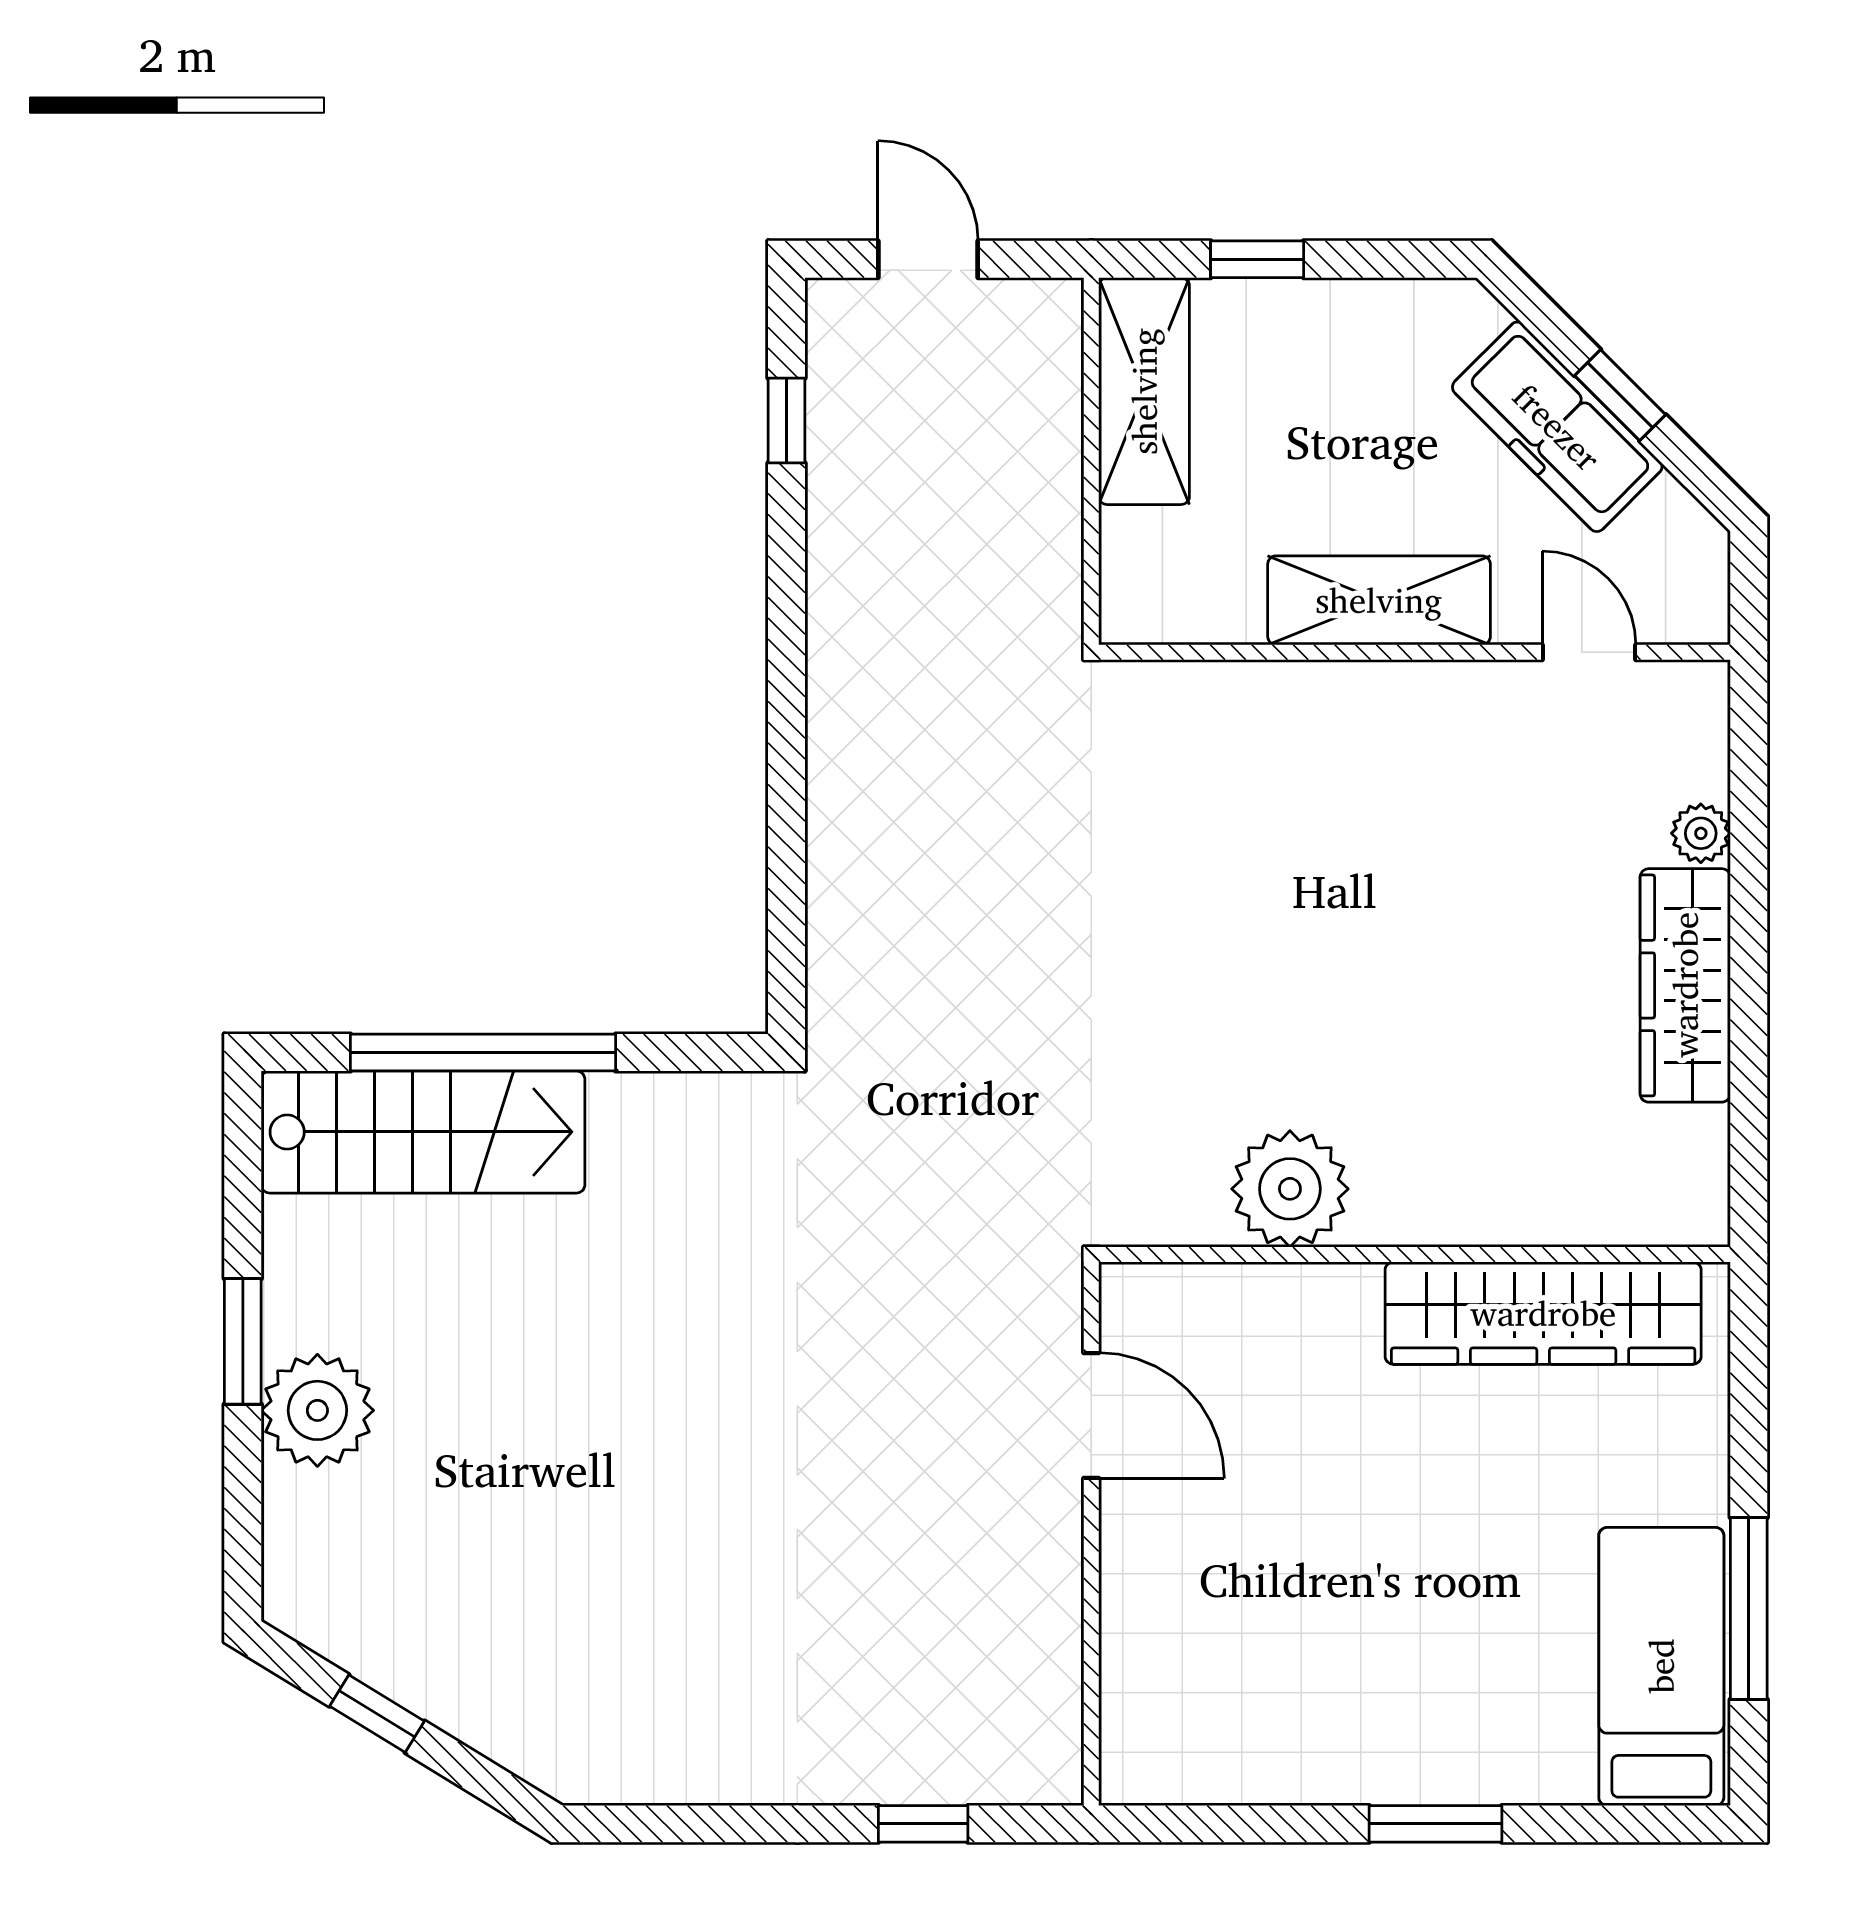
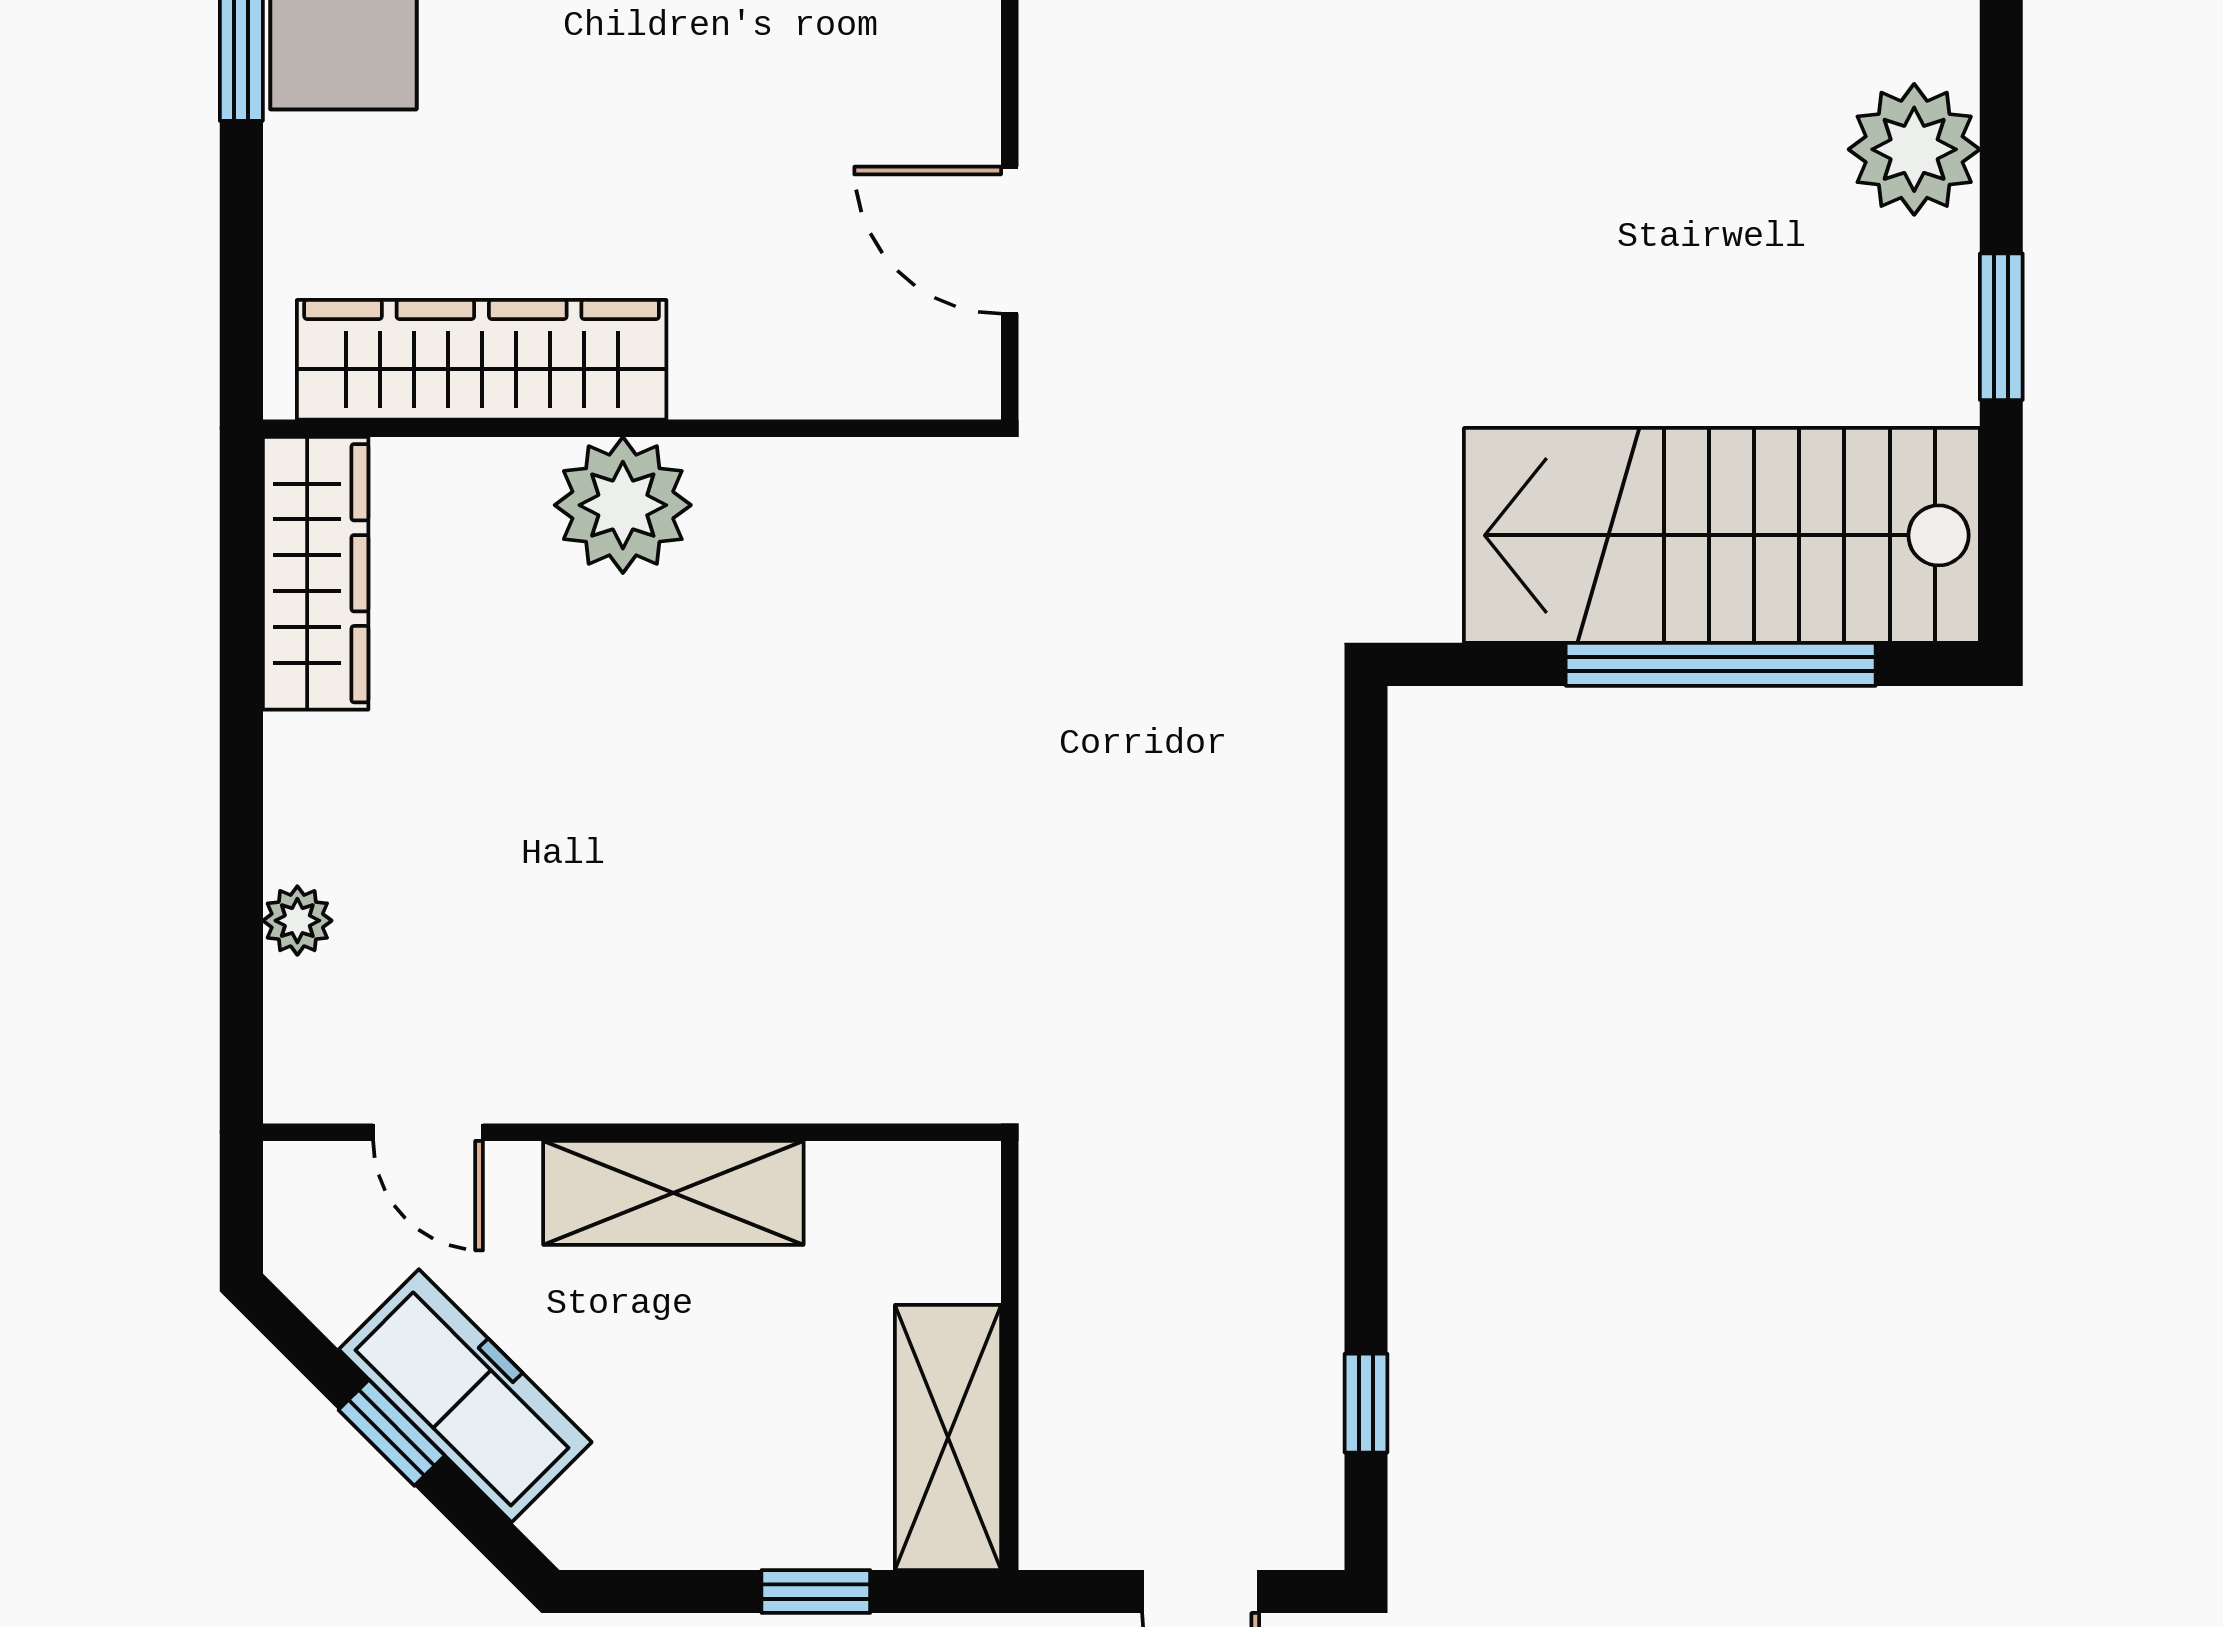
wardrobe: (1685, 985) -> (316, 573), moved
stairs: (423, 1132) -> (1722, 535), width x1.36, depth x1.51
plant: (1290, 1189) -> (623, 505), moved
plant: (317, 1410) -> (1914, 149), moved

